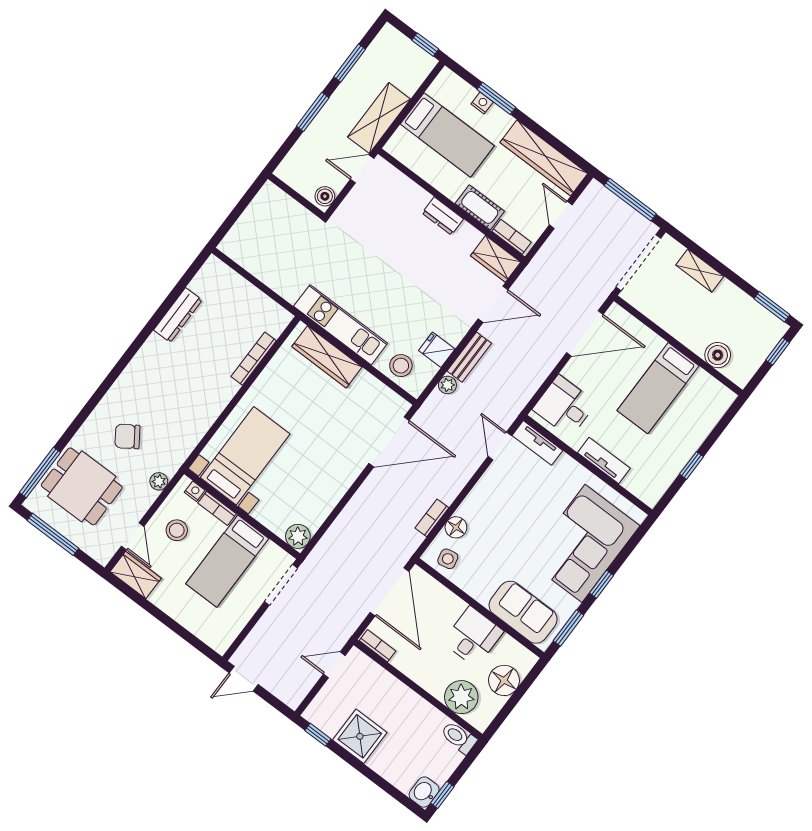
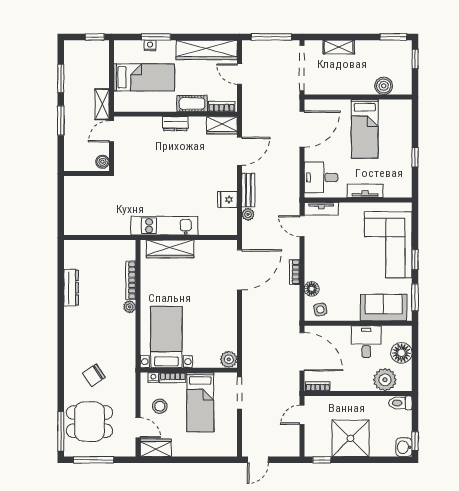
shelving: (379, 118) -> (102, 104), width x0.67, depth x0.75
stool: (401, 366) -> (214, 223), removed
plant: (159, 481) -> (130, 307), moved
bookcase: (432, 518) -> (295, 272), moved
shower: (360, 736) -> (351, 438), width x1.37, depth x1.37

